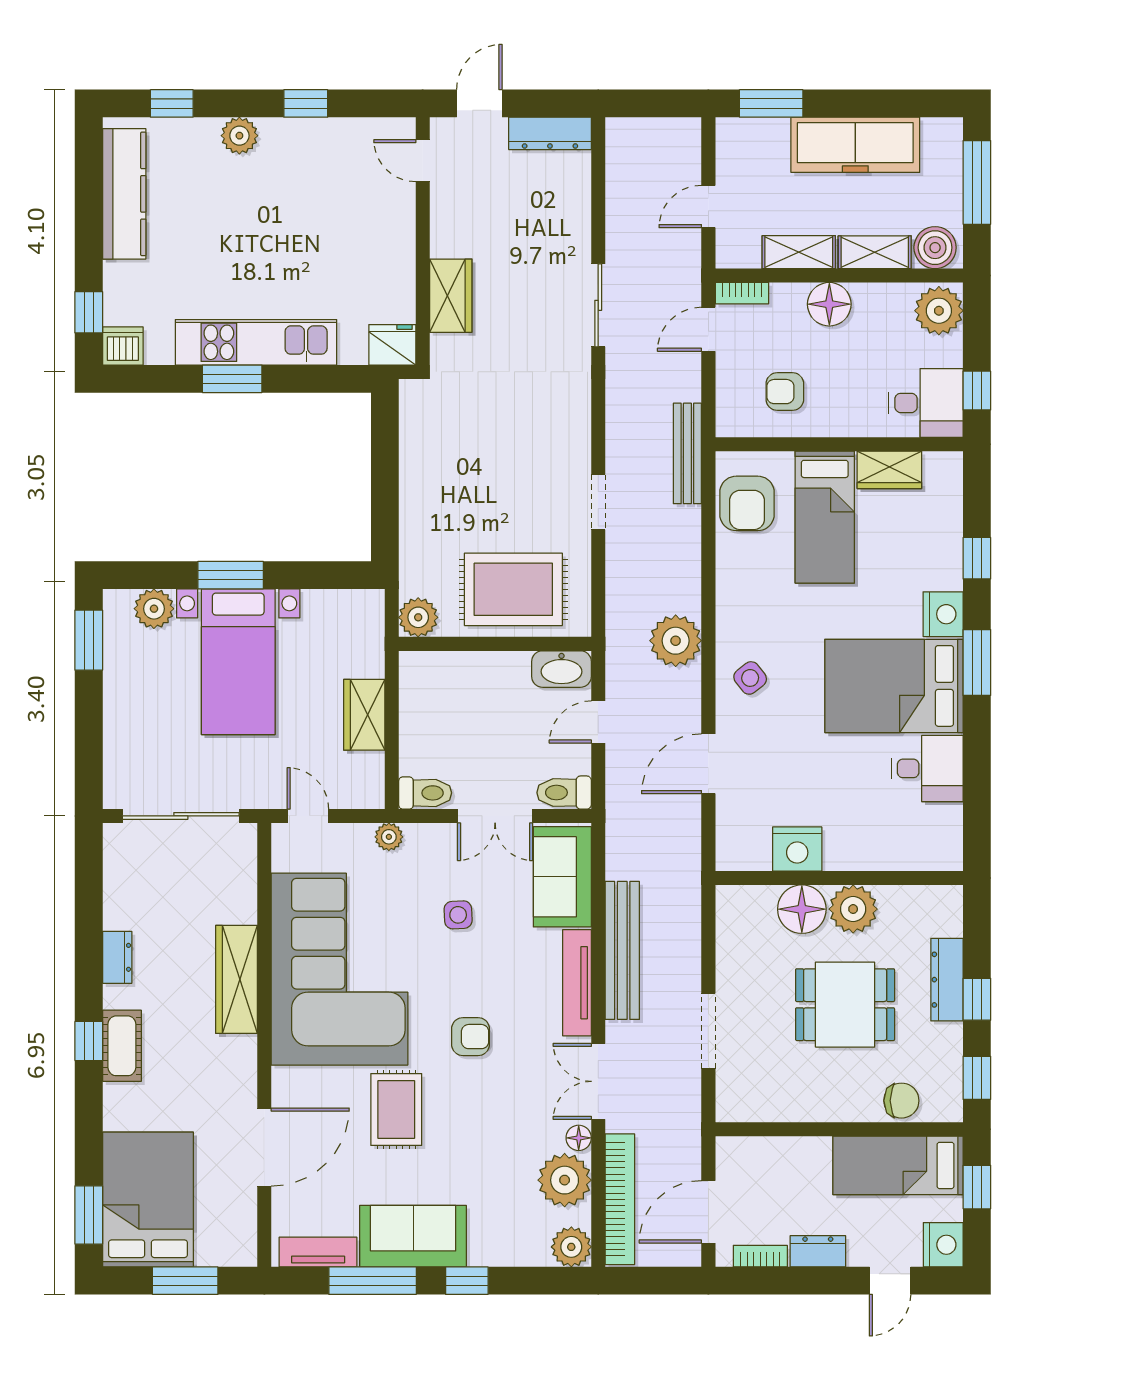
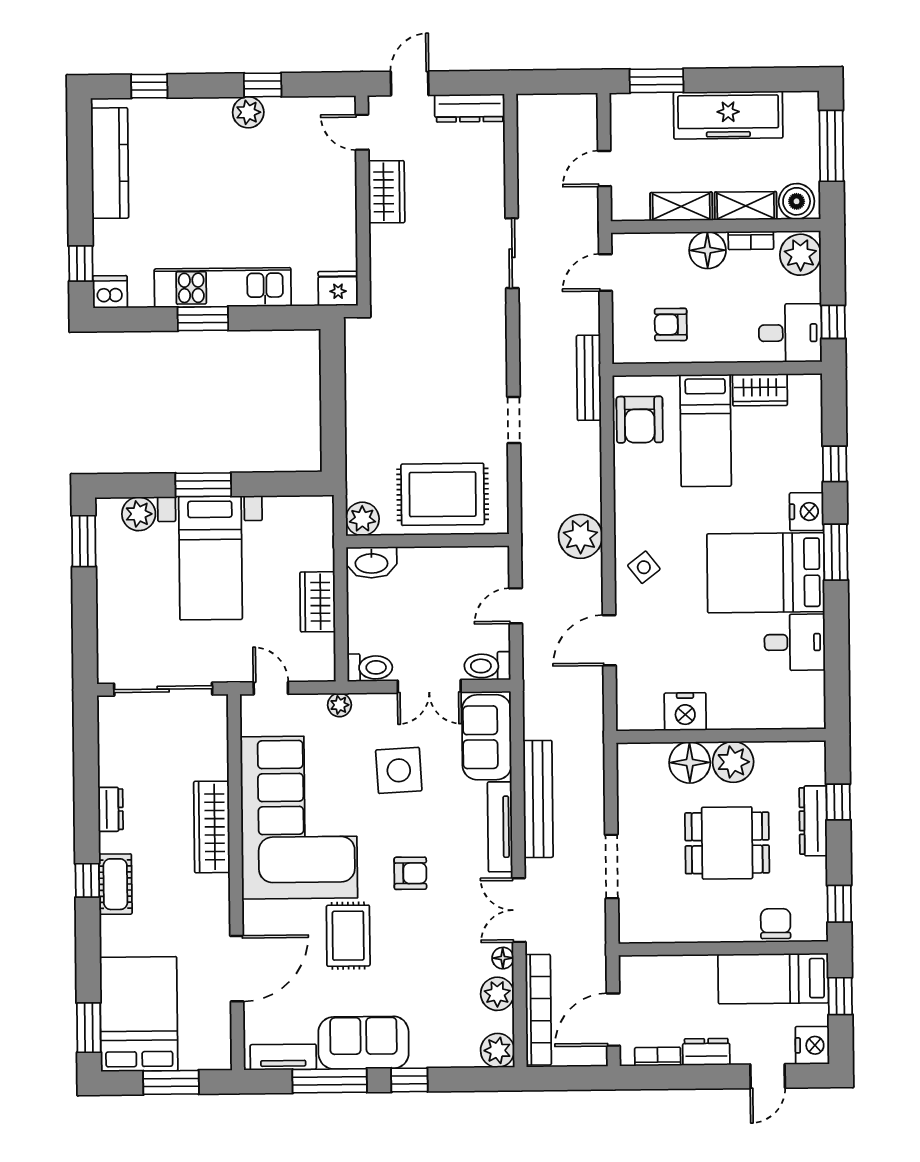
plant: (239, 136) -> (248, 112), moved
bookcase: (742, 293) -> (751, 240), moved
wardrobe: (451, 296) -> (387, 192), moved
washbasin: (561, 669) -> (371, 563), moved
side table: (458, 915) -> (399, 770), width x1.87, depth x1.87
window: (977, 999) -> (838, 802), moved
chair: (901, 1101) -> (776, 924), turned -90
plant: (565, 1180) -> (497, 994), width x0.73, depth x0.73

